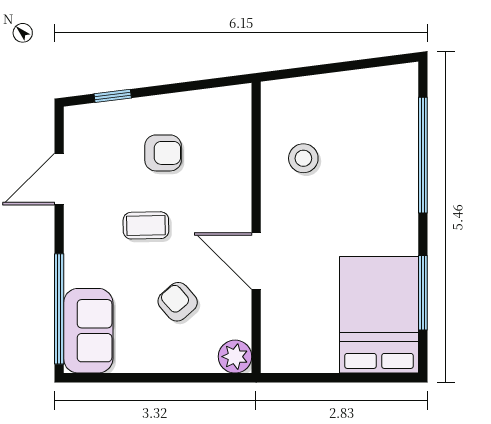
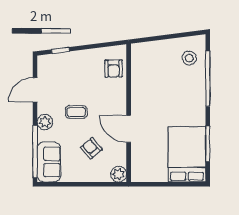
armchair: (163, 153) -> (114, 69), moved, turned 90
stool: (303, 158) -> (189, 58), moved
plant: (80, 247) -> (45, 122), added

